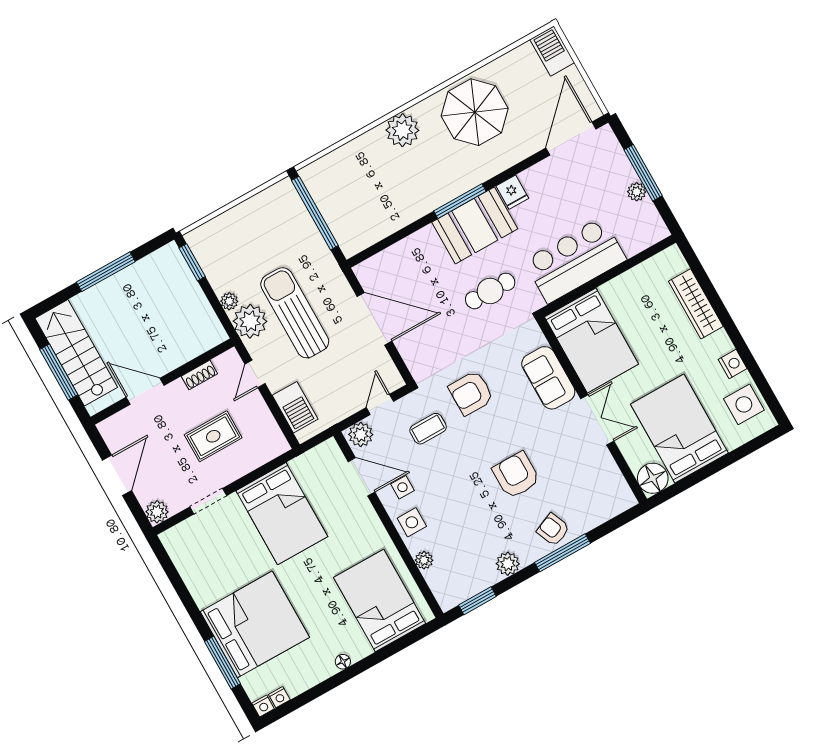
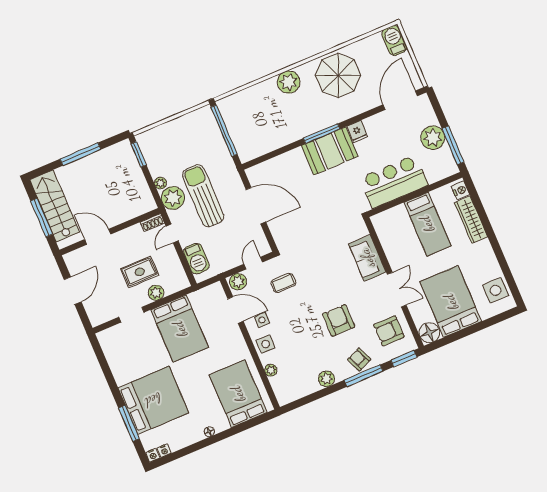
window: (643, 173) -> (453, 145), moved
plant: (637, 192) -> (433, 138), width x1.87, depth x1.87
cafe table: (490, 291) -> (335, 196), removed
bed: (592, 340) -> (427, 224), moved, width x0.67
nightstand: (733, 364) -> (461, 190), moved
shoe rack: (199, 375) -> (152, 223), moved
armchair: (471, 393) -> (389, 331), moved
plant: (157, 512) -> (156, 293), moved
window: (477, 601) -> (404, 359), moved

